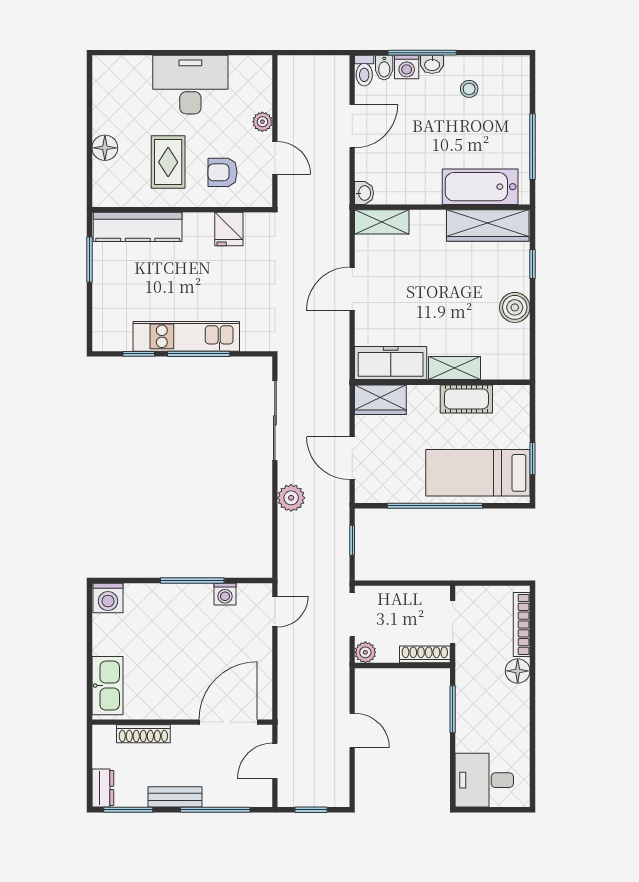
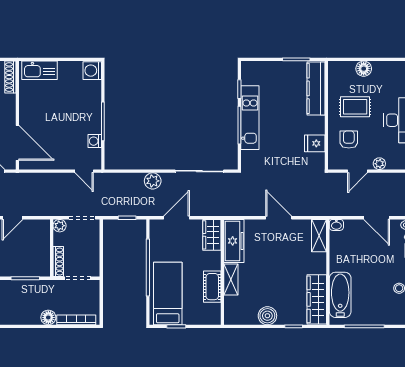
shoe rack: (143, 734) -> (10, 77), moved

